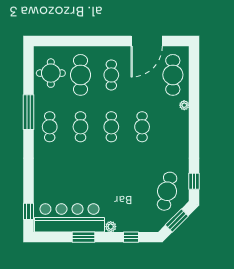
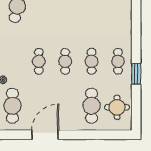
door: (147, 41) -> (45, 135), moved
cafe table: (111, 75) -> (65, 106), removed
window: (28, 112) -> (136, 74), width x0.69

